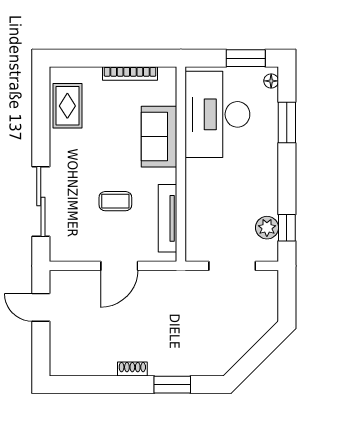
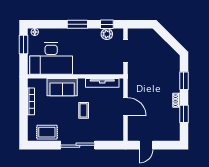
window: (287, 122) -> (77, 24), moved
sliding door: (41, 201) -> (78, 145), moved
coffee table: (115, 201) -> (84, 110), moved
window: (105, 385) -> (184, 114), added

